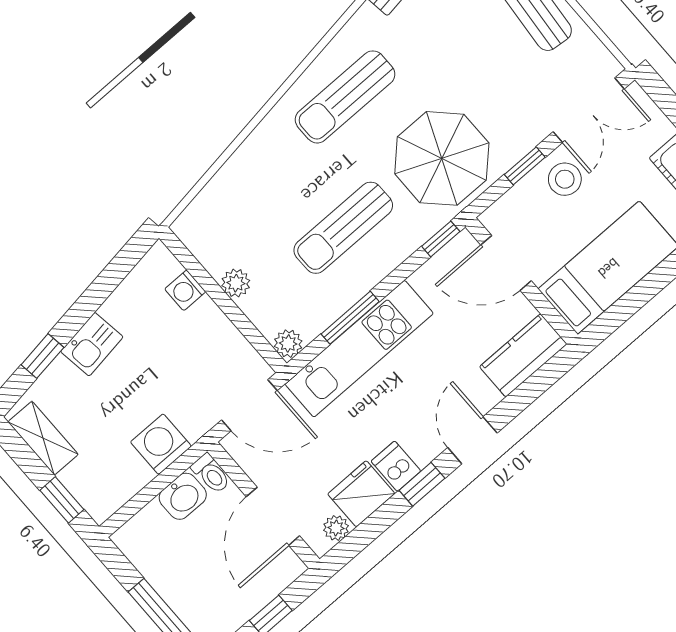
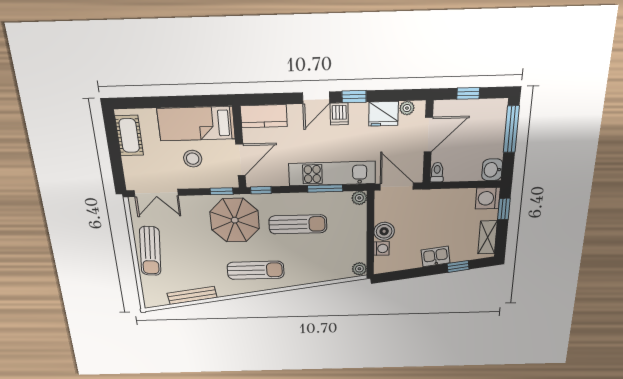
double door: (589, 110) -> (156, 193), swing flipped
window: (525, 166) -> (222, 191), moved
stool: (565, 179) -> (193, 159), moved
door: (506, 263) -> (241, 160), hinge flipped
plant: (236, 283) -> (359, 269), moved
boiler: (206, 321) -> (384, 231), added
washing machine: (161, 444) -> (488, 198), moved, turned 90
dishwasher: (396, 466) -> (339, 114), moved
washbasin: (183, 496) -> (492, 170), moved, turned -90

